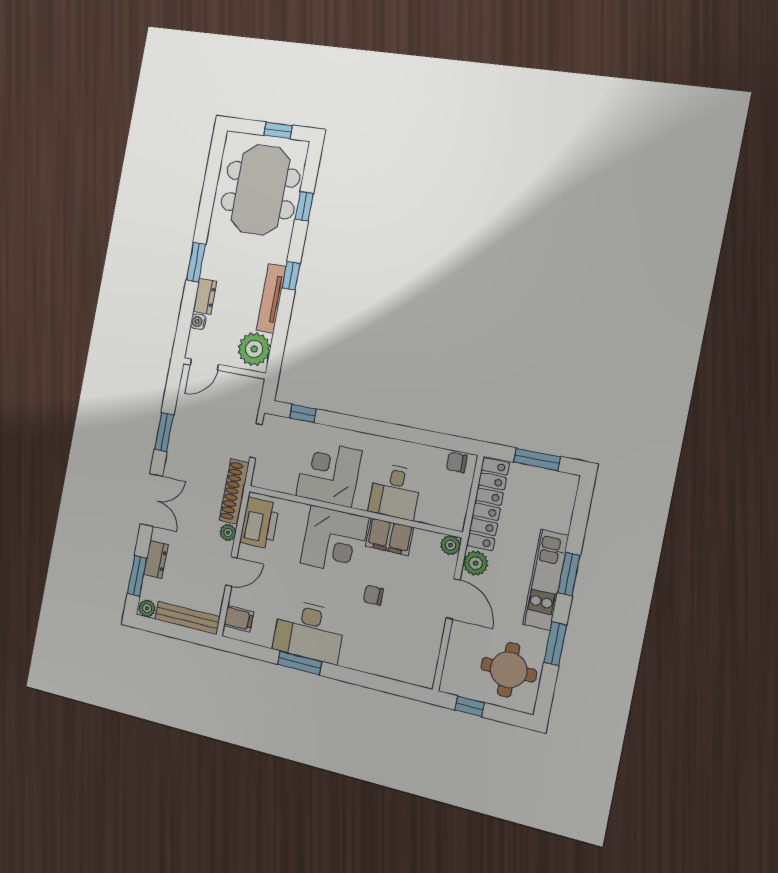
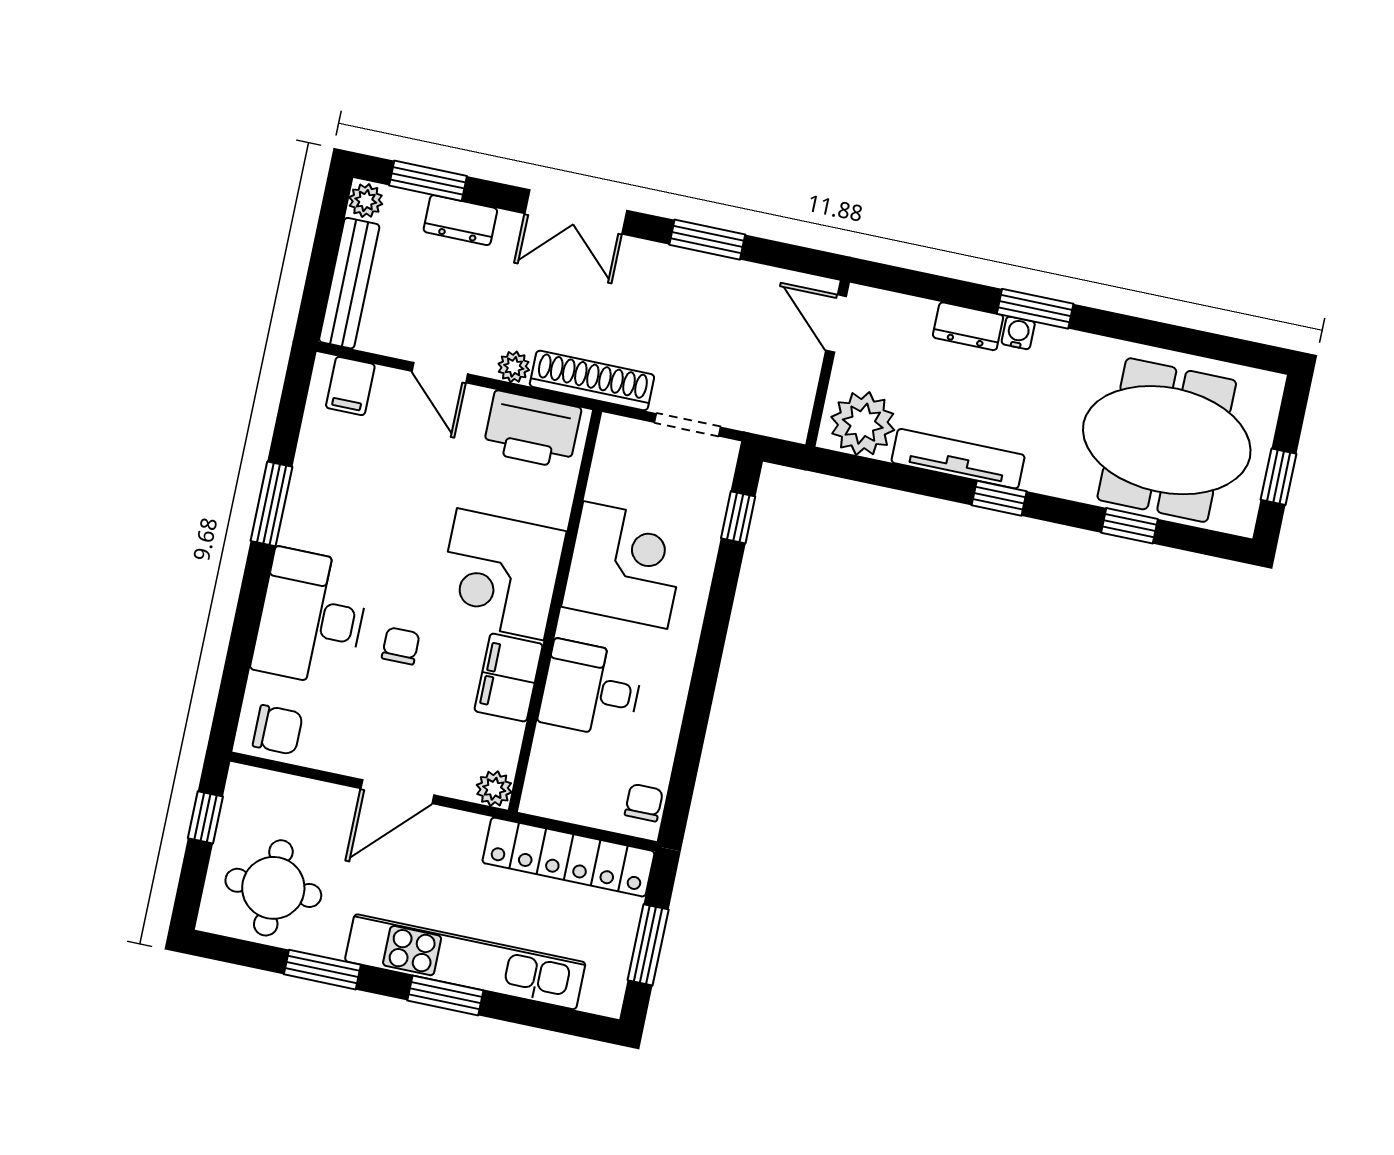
water cooler: (198, 322) -> (1018, 333), moved
plant: (476, 563) -> (462, 833), removed
kitchen unit: (546, 580) -> (465, 962), width x1.36
desk: (309, 631) -> (311, 617), moved
chair: (420, 664) -> (278, 730), added

